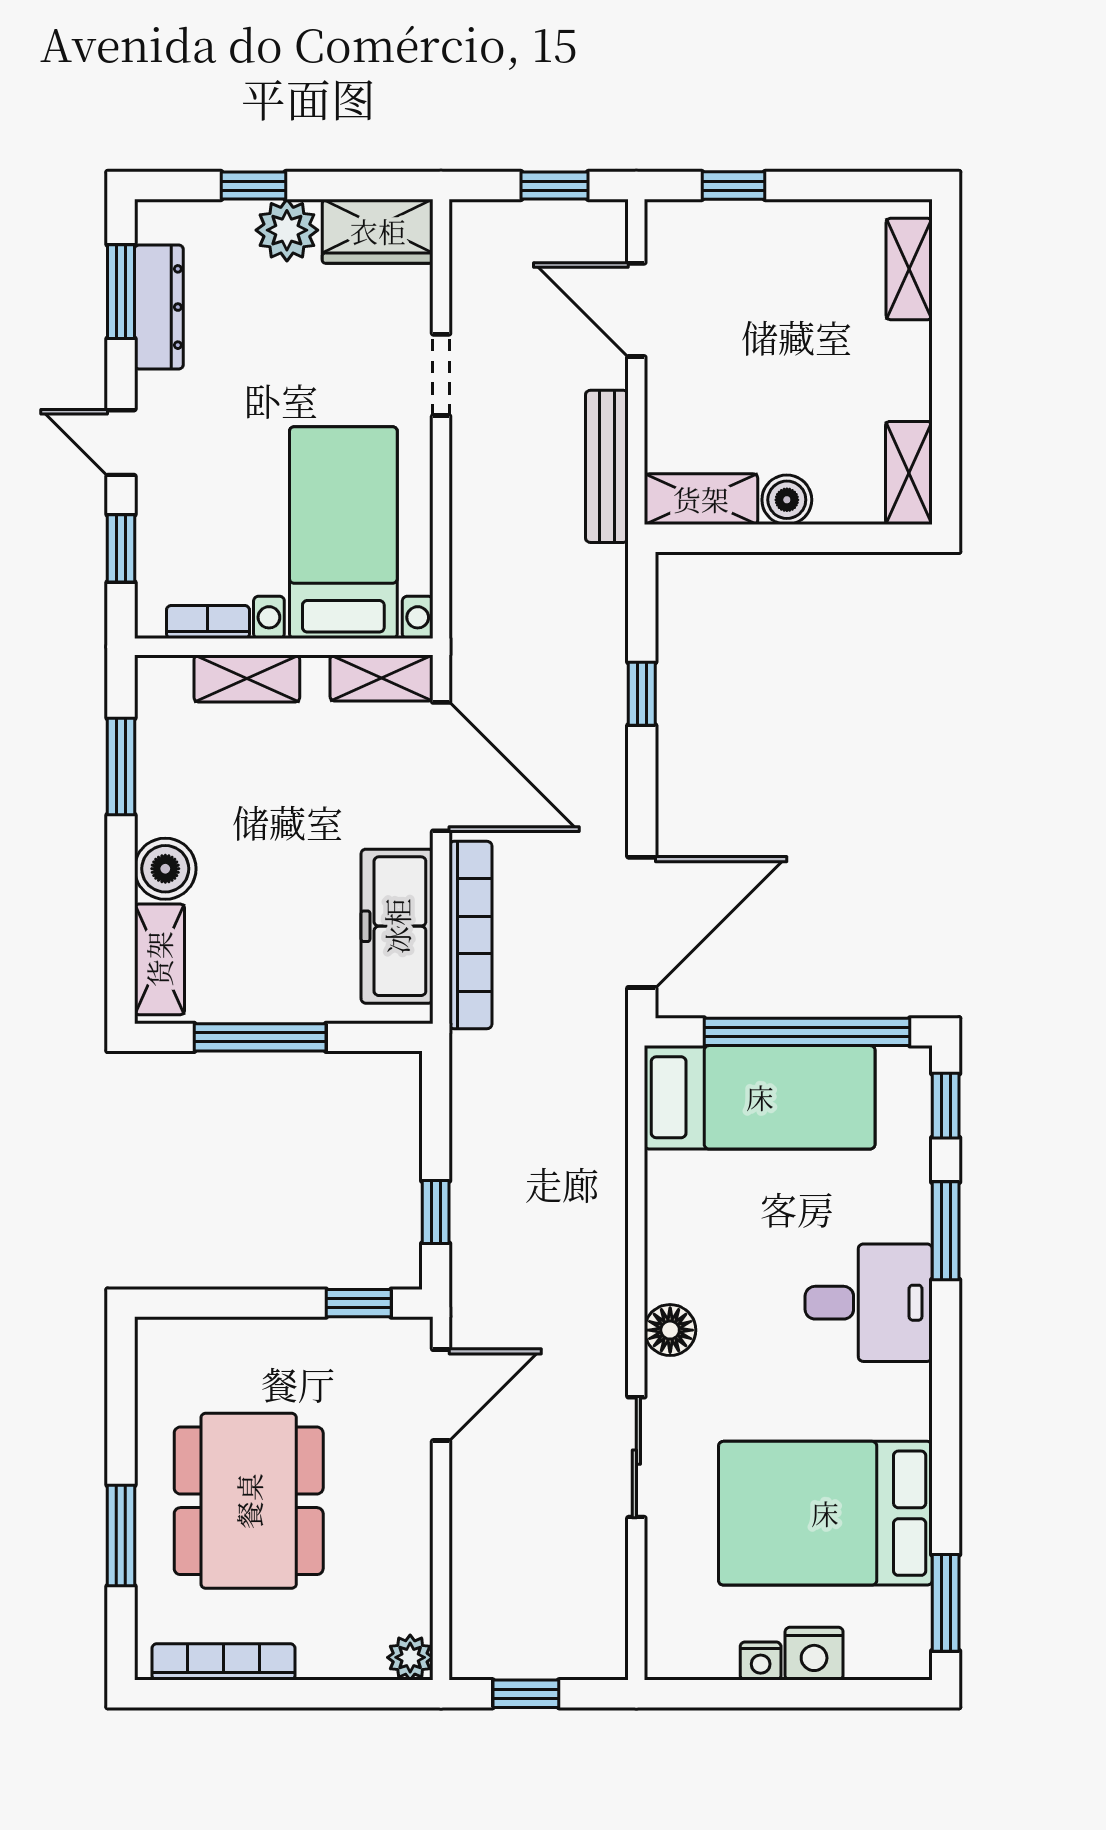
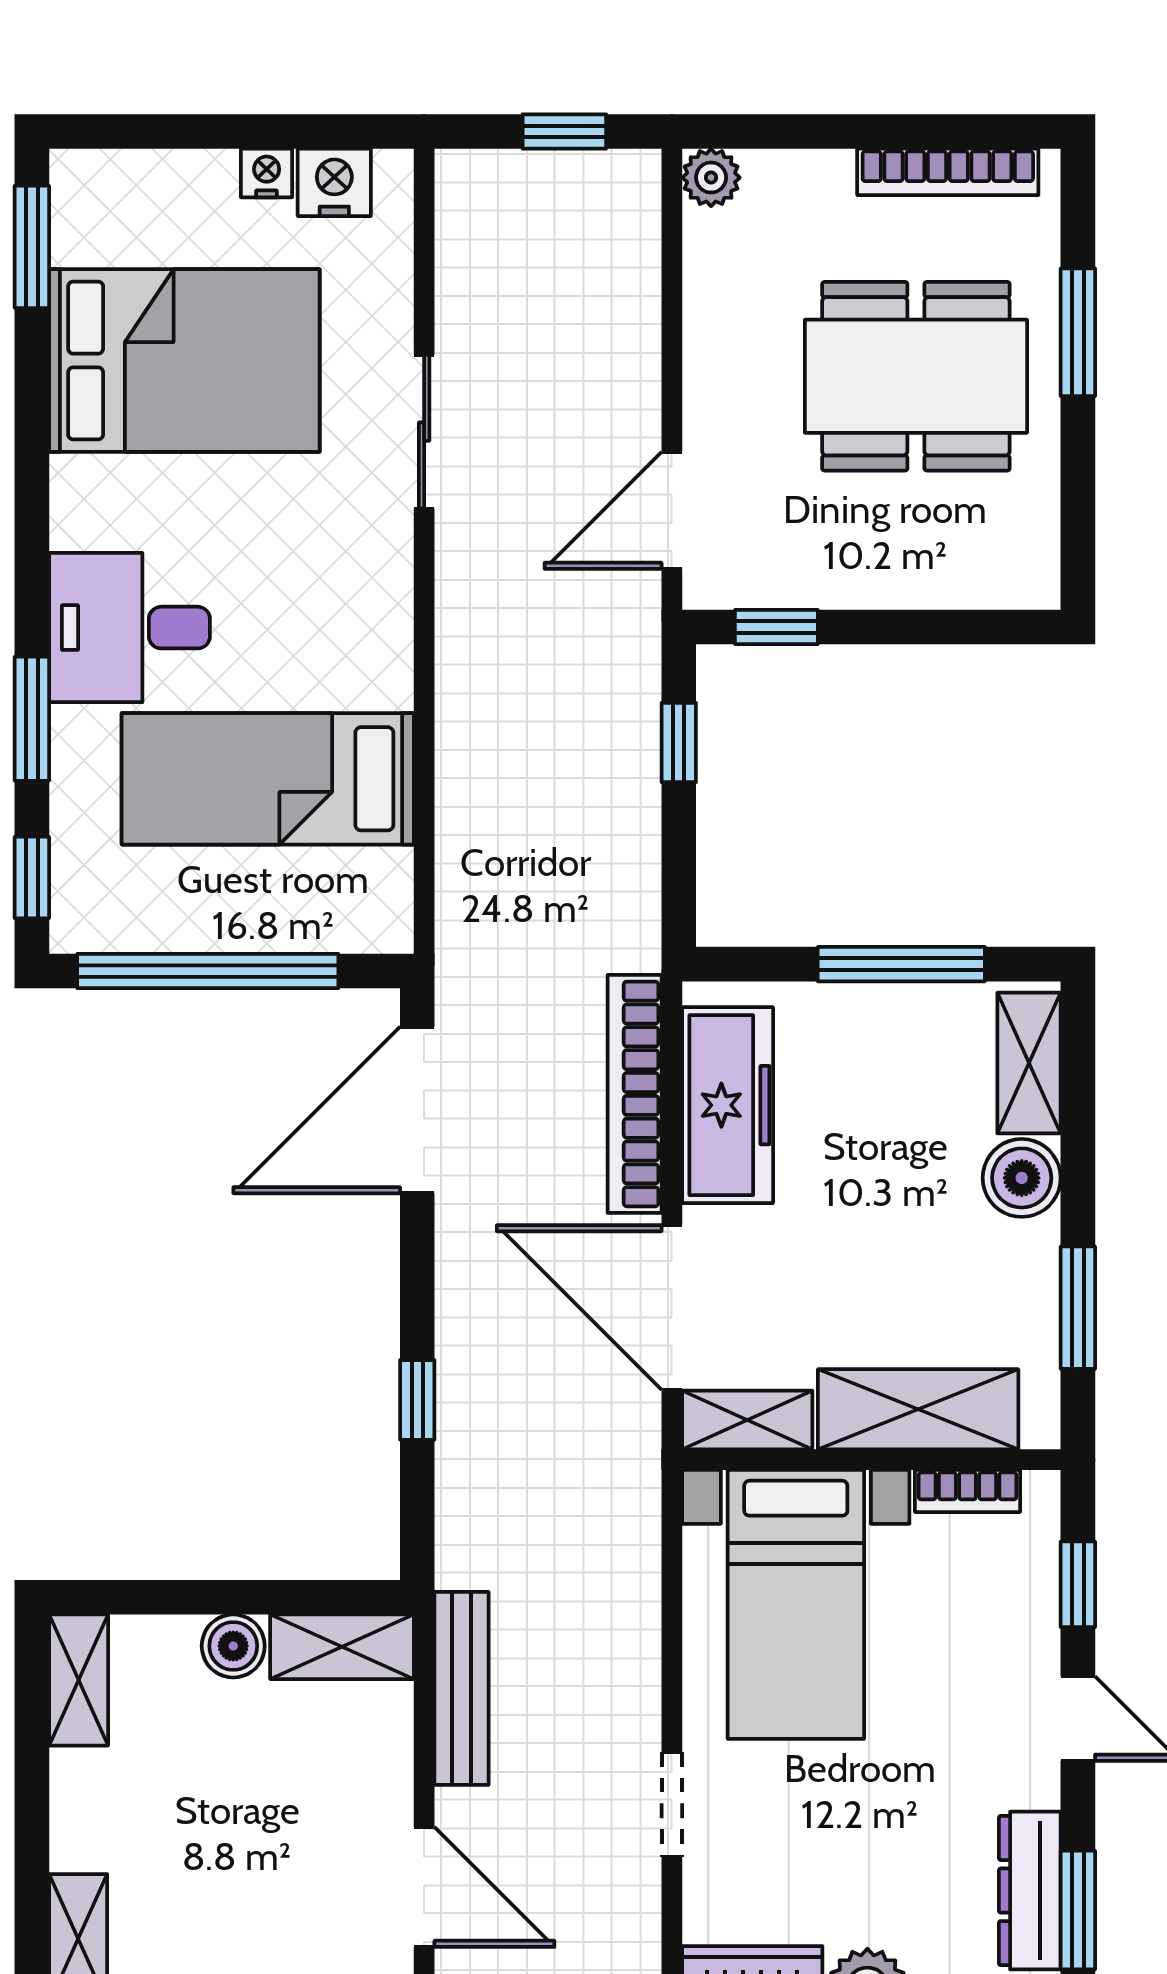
shelving: (247, 679) -> (918, 1409), width x1.50, depth x1.33
bed: (760, 1097) -> (268, 779), moved
floor lamp: (670, 1330) -> (381, 593), removed
dining table: (249, 1501) -> (916, 376), turned 90
nightstand: (814, 1654) -> (334, 182), moved

